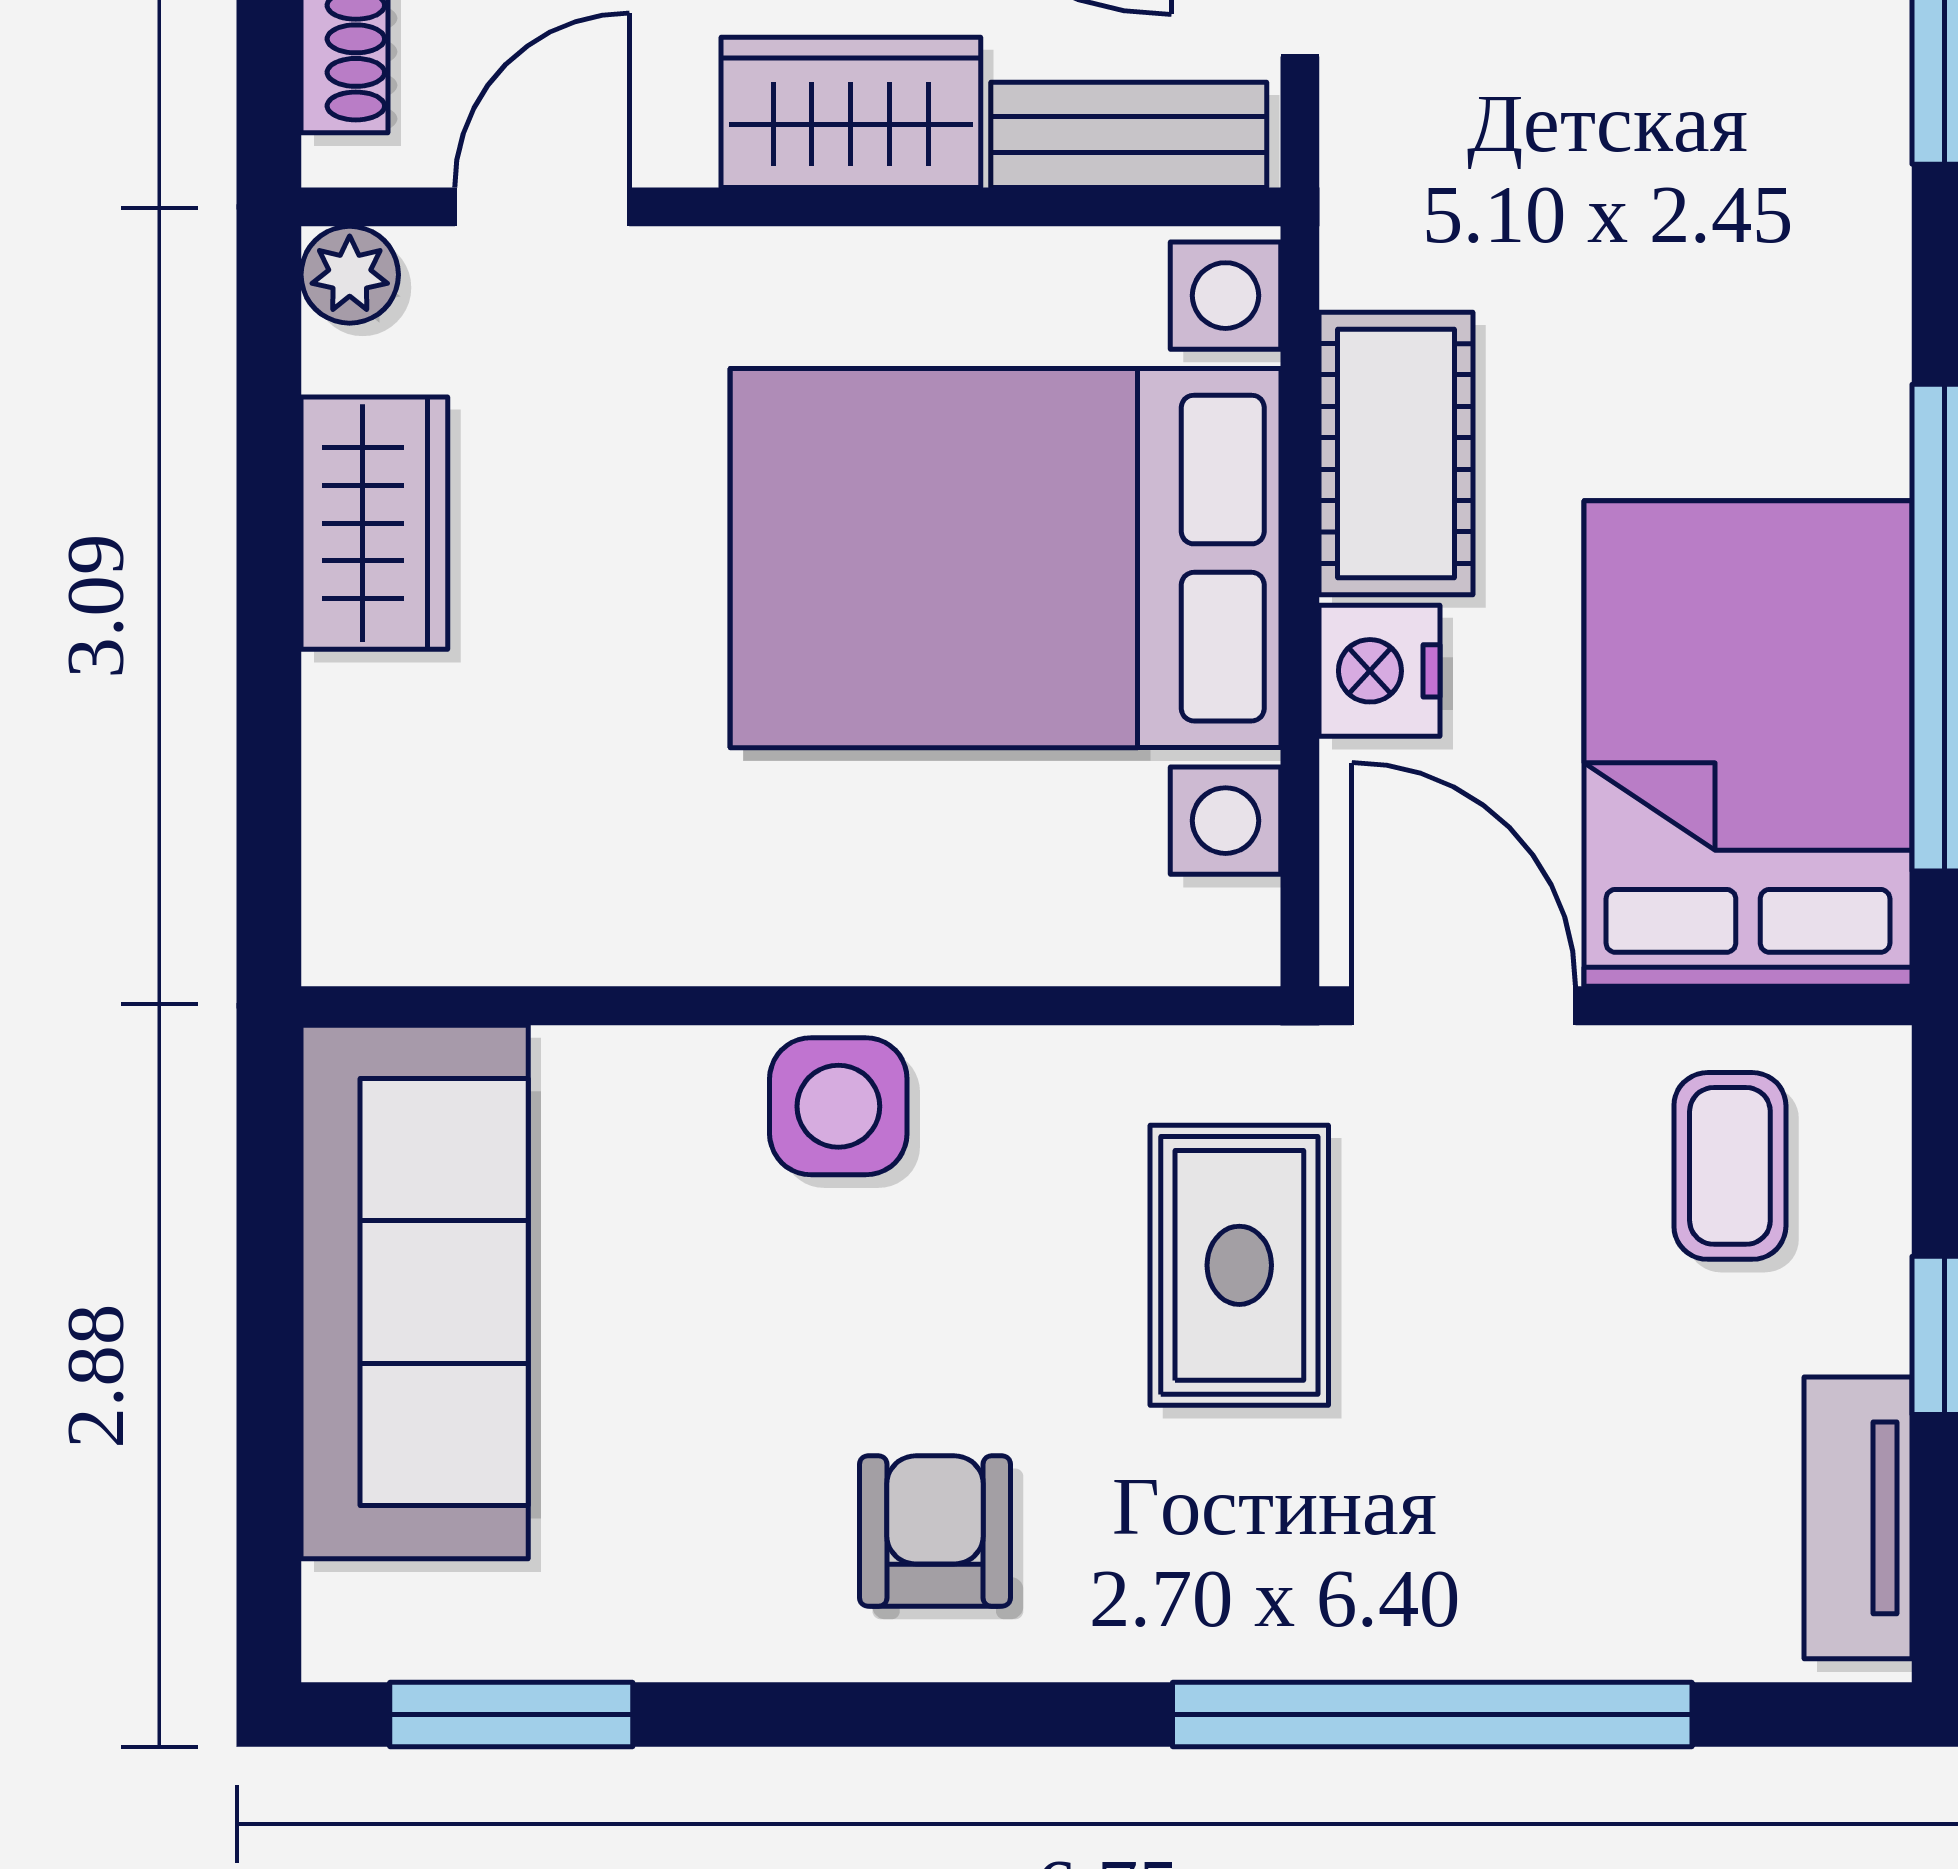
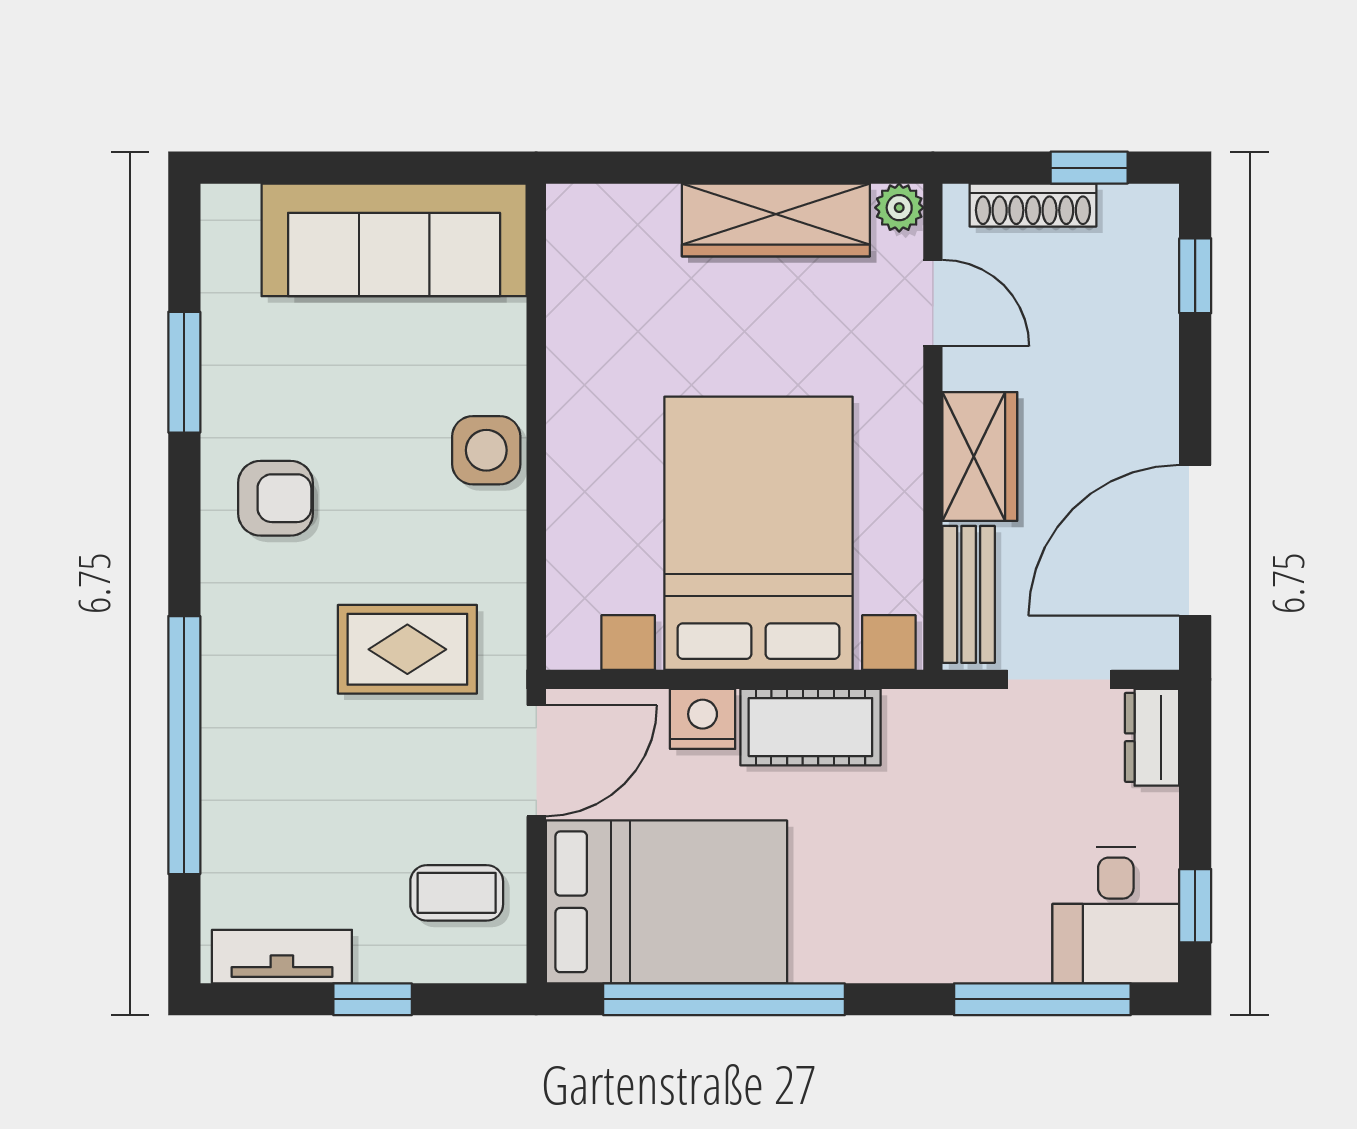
wardrobe: (374, 523) -> (776, 220), width x1.50
window: (511, 1715) -> (184, 372), moved

